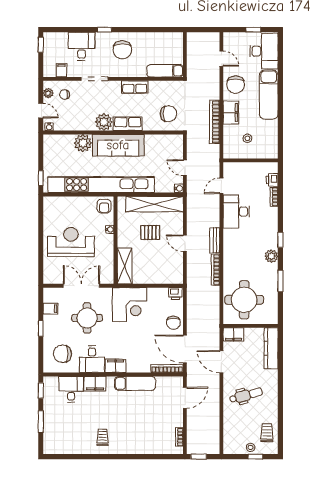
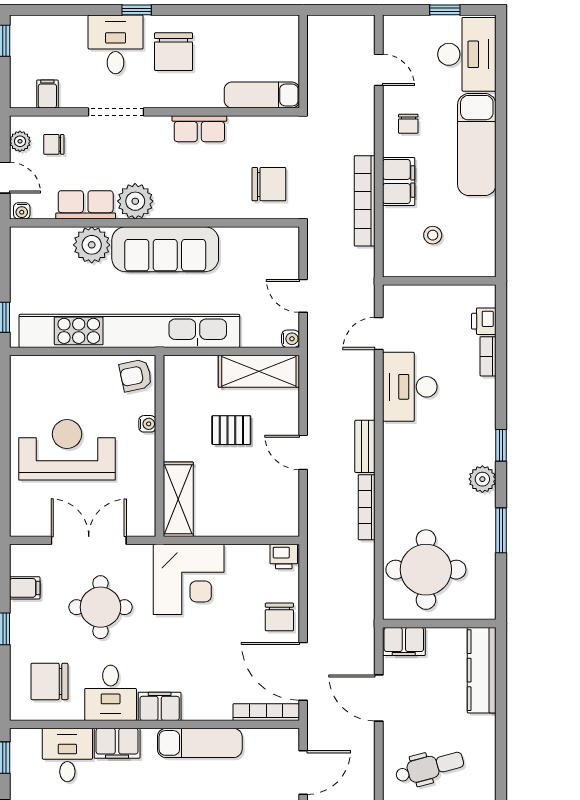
desk: (82, 46) -> (116, 44), moved
chair: (236, 85) -> (408, 124), width x0.54, depth x0.54
row of seats: (128, 124) -> (86, 205), moved
shelving: (154, 204) -> (259, 371), width x0.68
armchair: (104, 206) -> (136, 375), turned 78

